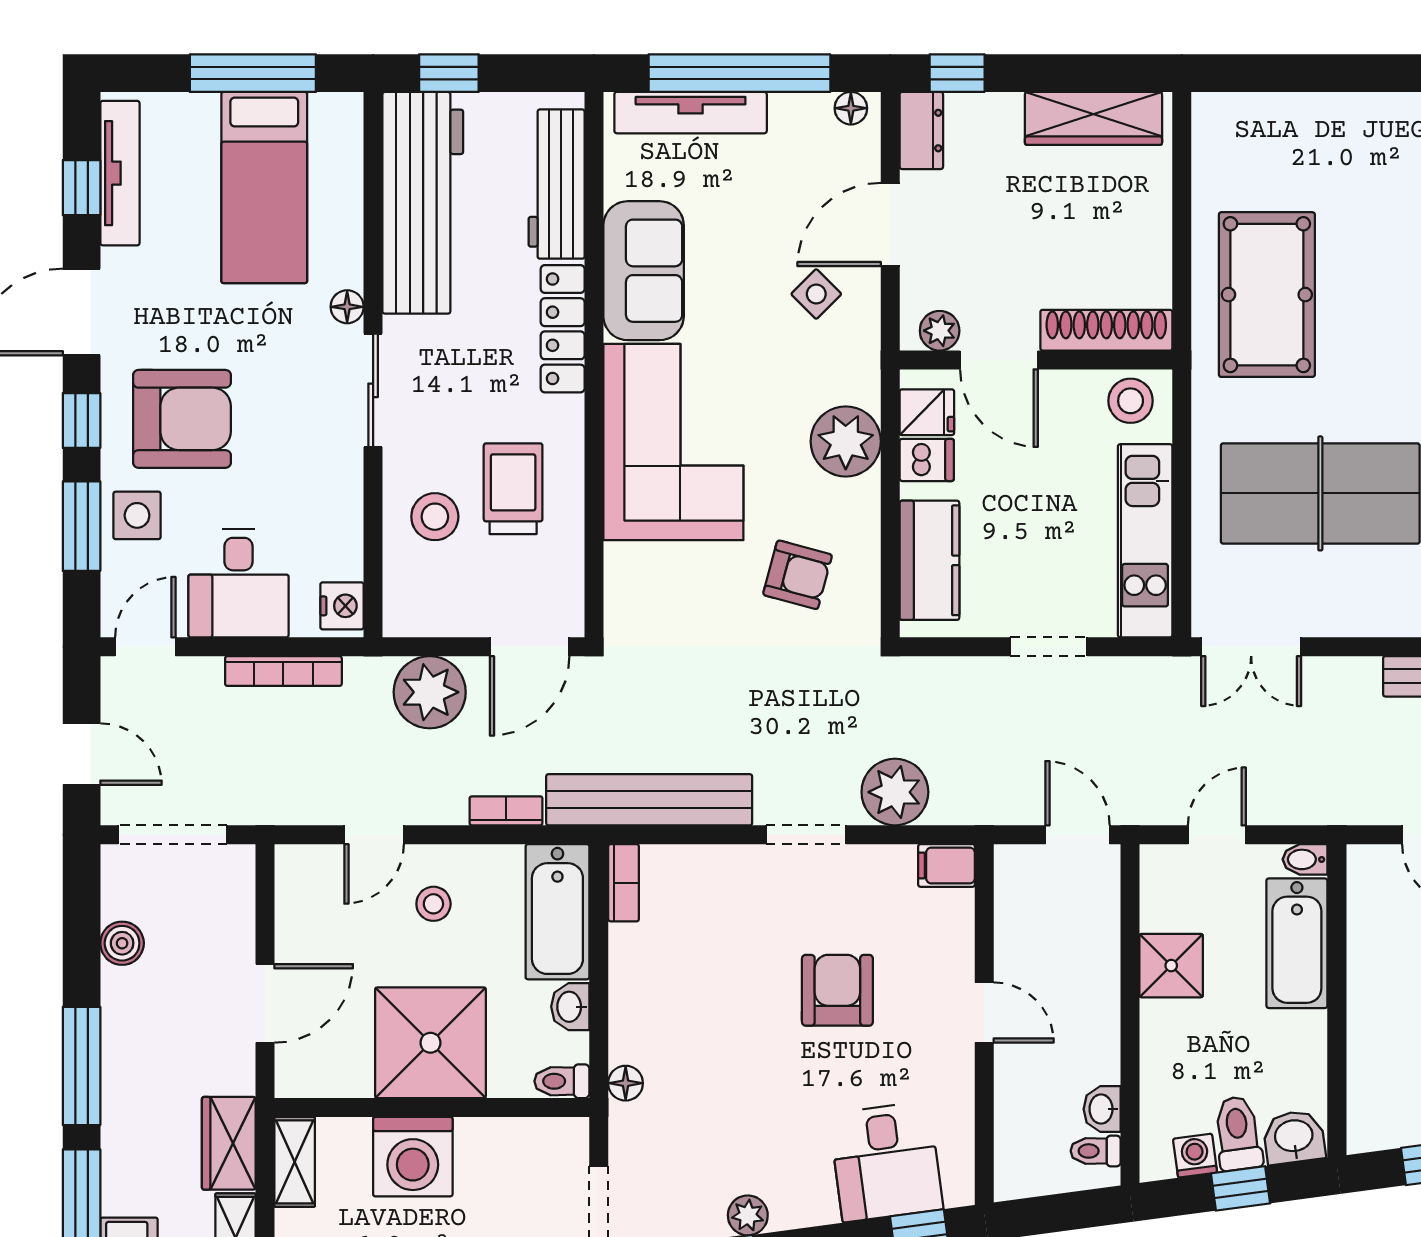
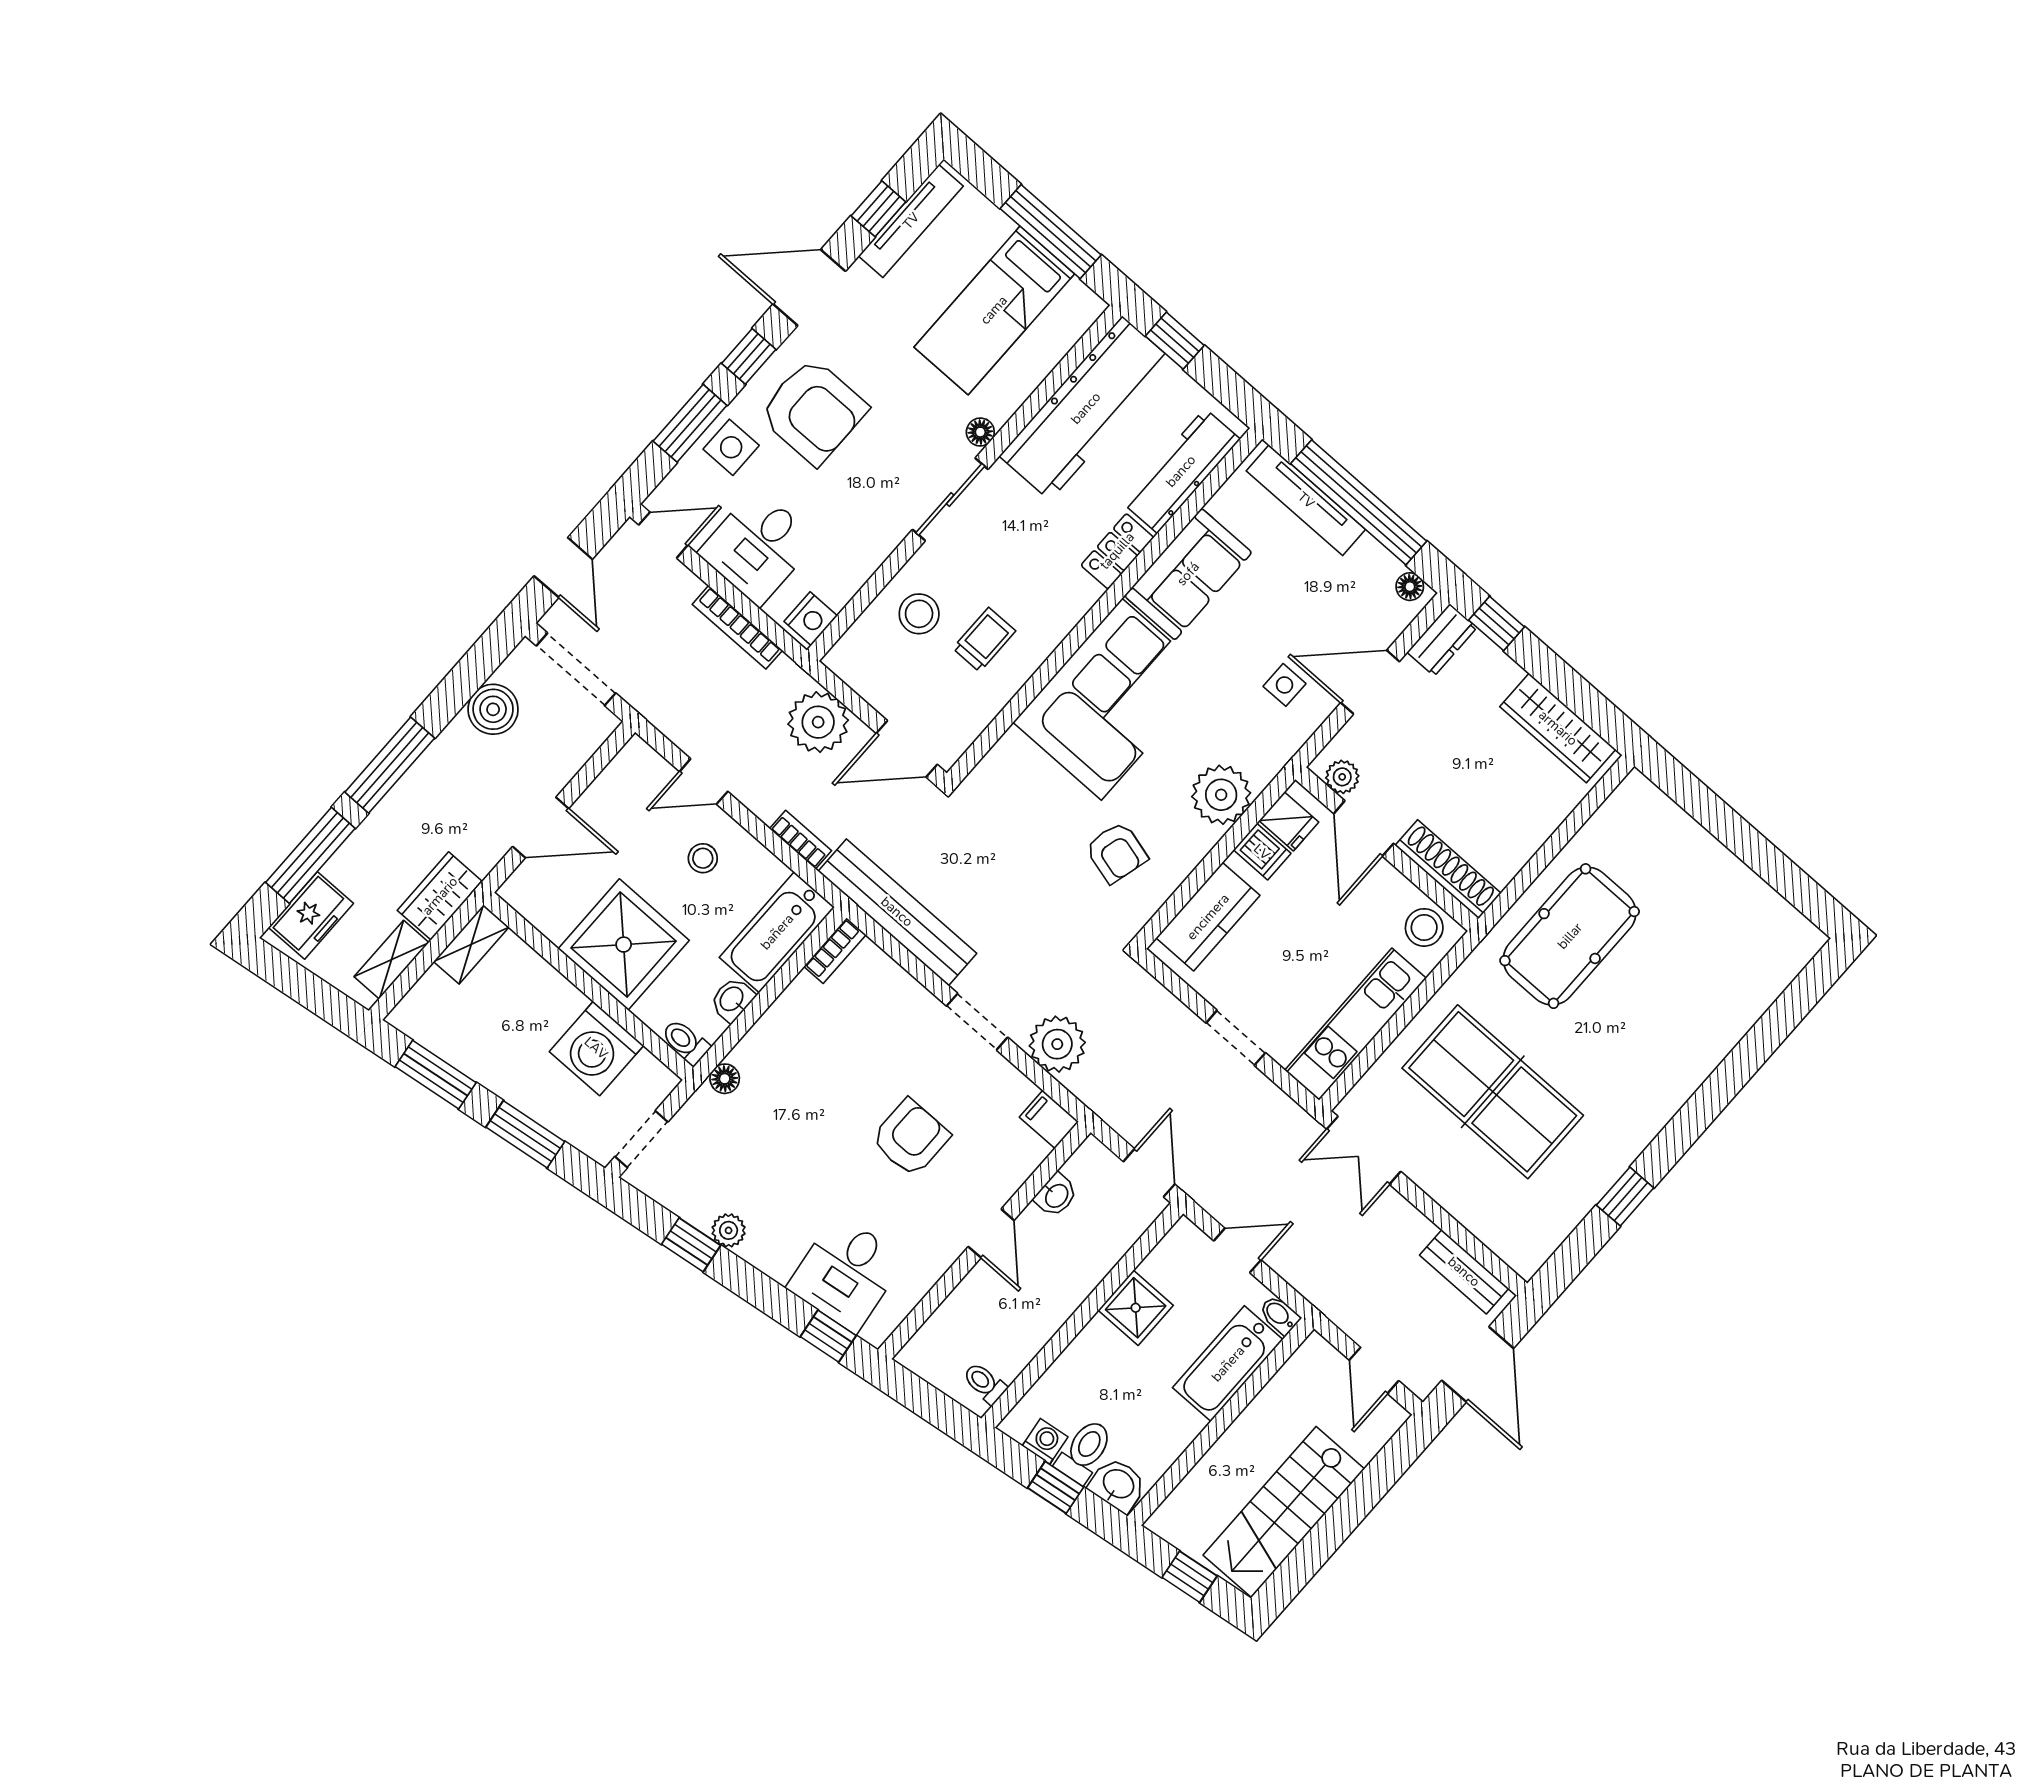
side table: (816, 294) -> (1284, 685), turned 45
locker: (563, 329) -> (1117, 551), width x0.66
trolley: (513, 489) -> (984, 640), width x0.73, depth x0.72
boiler: (122, 943) -> (493, 709), width x1.36, depth x1.36
washbasin: (1102, 1109) -> (1056, 1195), moved, turned 180
washing machine: (413, 1157) -> (596, 1048), moved

